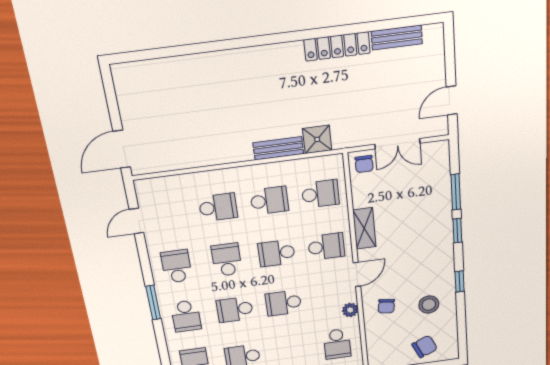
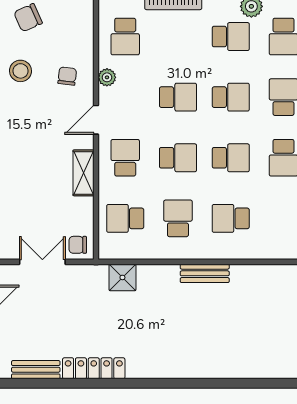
bench: (278, 148) -> (205, 273), moved
chair: (364, 164) -> (78, 245), turned -90
school desk: (269, 201) -> (178, 218), turned 90
school desk: (326, 247) -> (125, 158), turned 90
school desk: (227, 260) -> (231, 158), turned -90
school desk: (337, 344) -> (125, 37), turned 180

